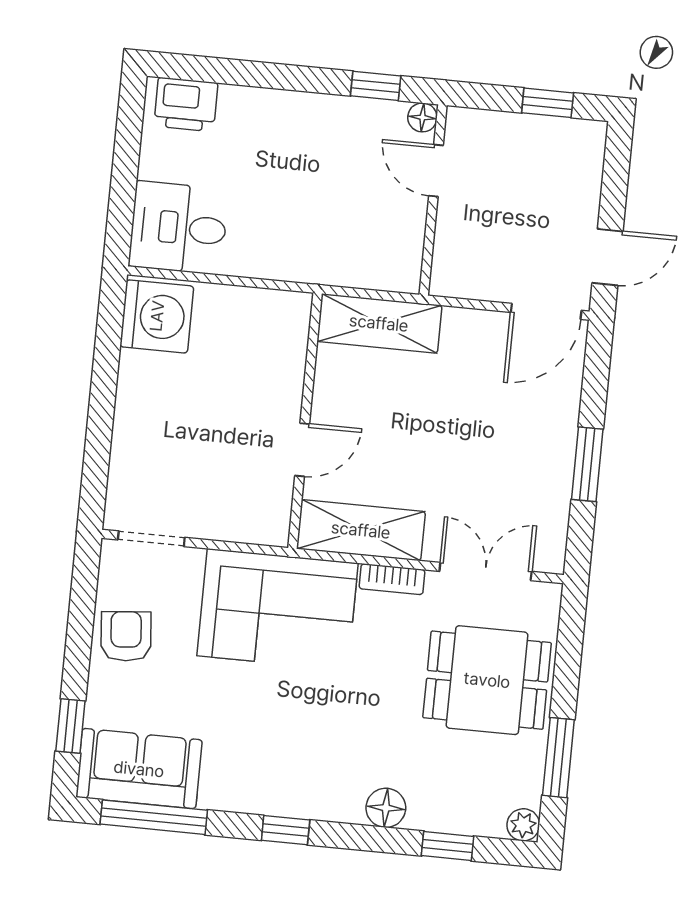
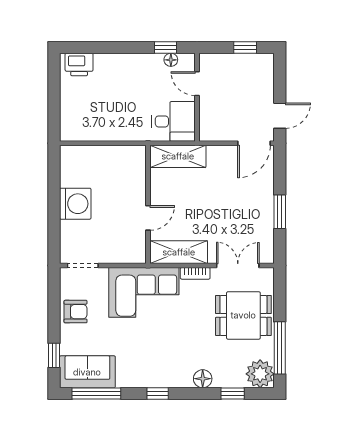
floor lamp: (422, 117) -> (171, 60), moved
desk: (178, 228) -> (174, 121), moved, turned 180
washing machine: (157, 316) -> (75, 204), moved
armchair: (126, 636) -> (76, 312), turned 95
window: (558, 758) -> (280, 348), width x1.44
plant: (523, 825) -> (260, 374), width x1.88, depth x1.88

